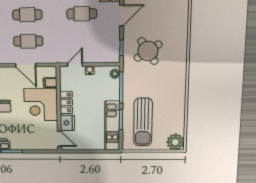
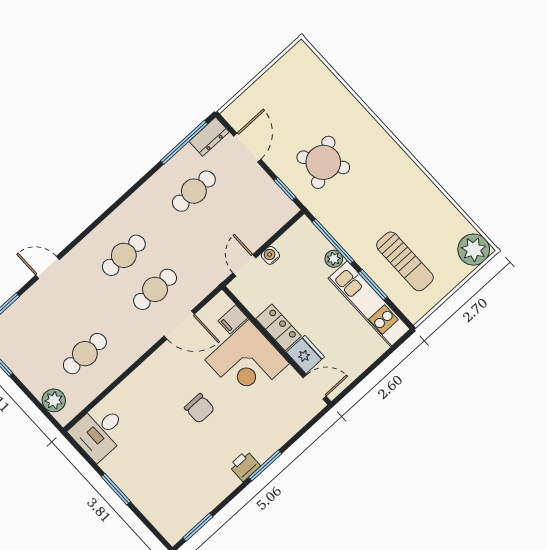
plant: (115, 74) -> (334, 259), moved
sun lounger: (143, 122) -> (405, 261), width x0.73, depth x0.75

